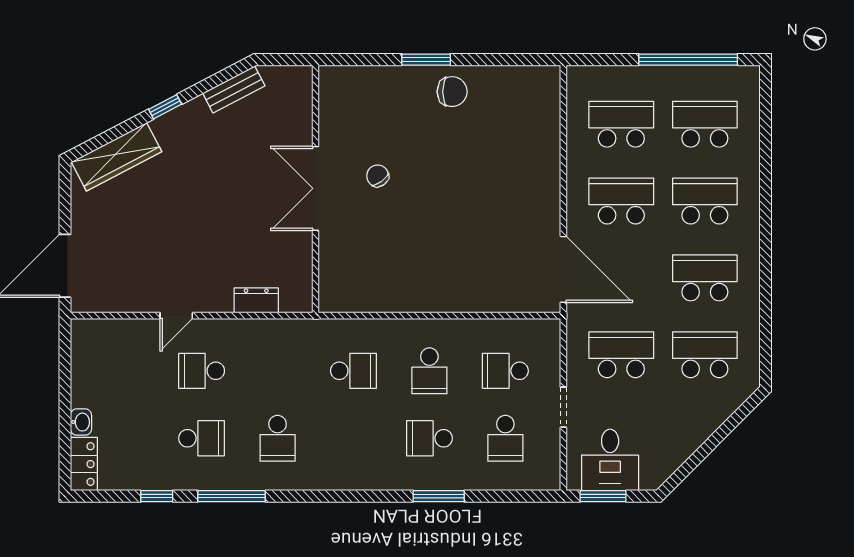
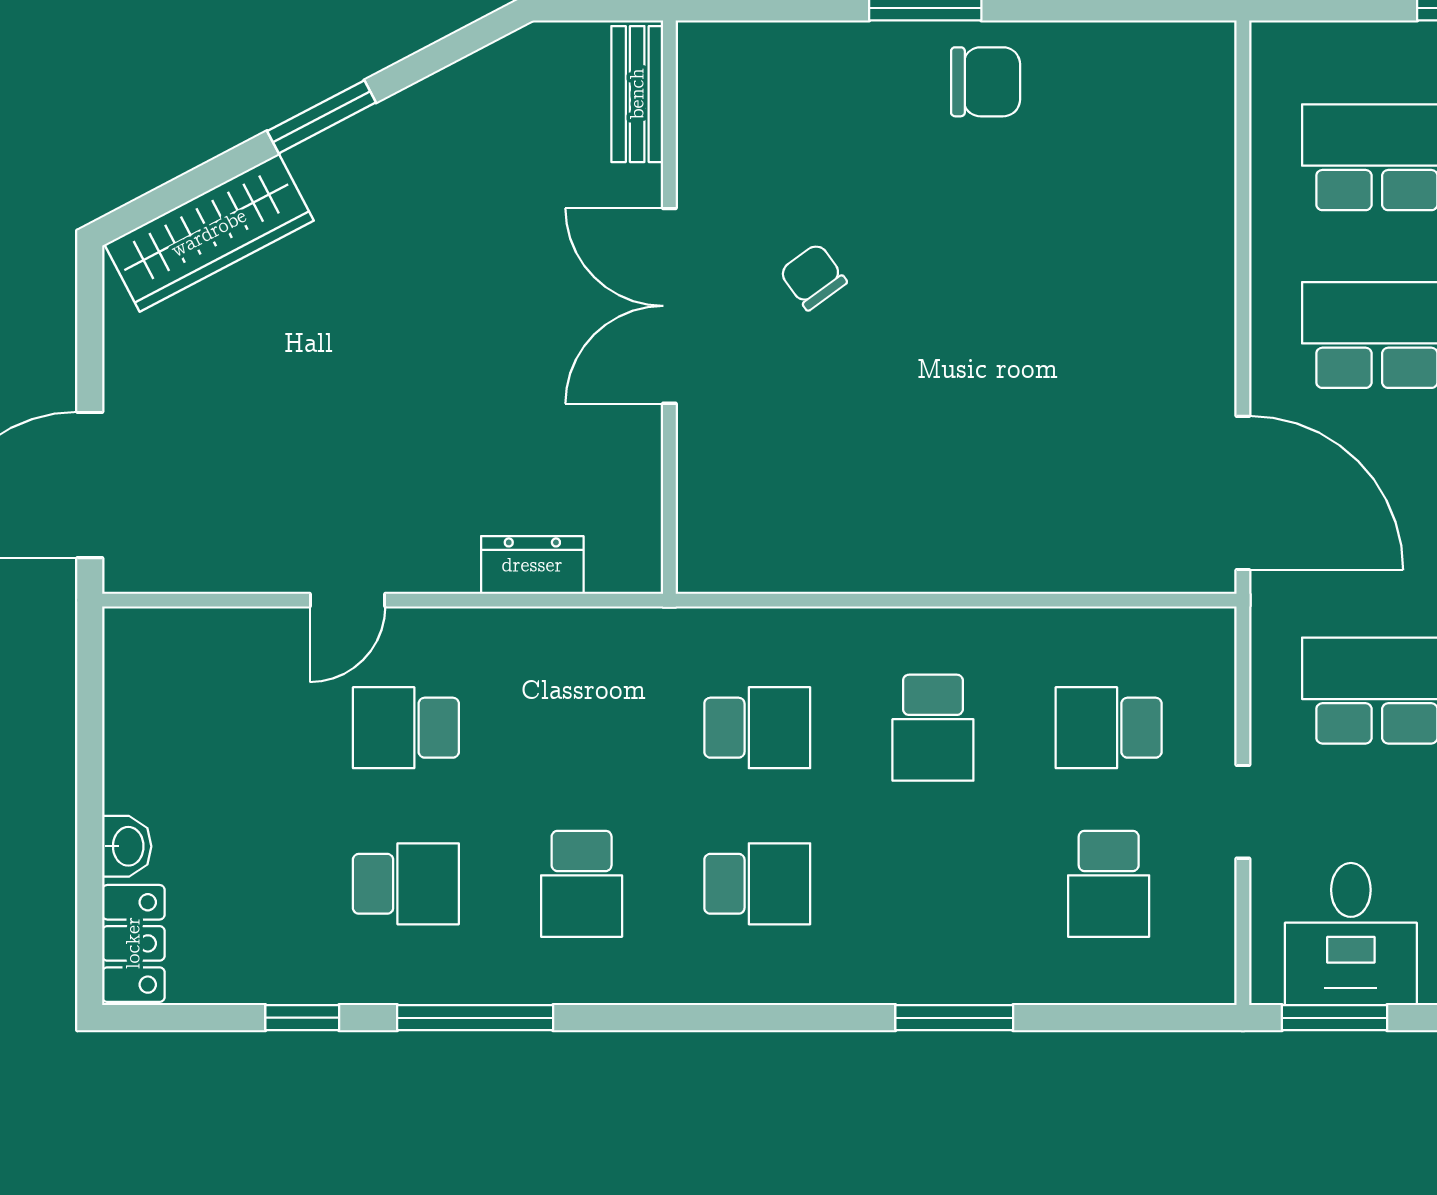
bench: (234, 90) -> (637, 94), moved, turned -62
window: (165, 107) -> (322, 117), width x1.50
school desk: (429, 438) -> (757, 884), moved, turned 180

